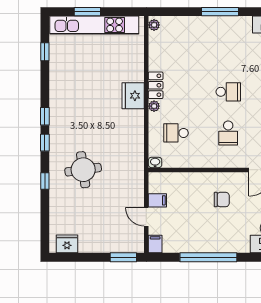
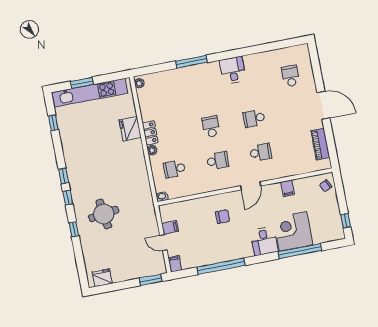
school desk: (228, 92) -> (211, 127), turned -90
fridge: (133, 96) -> (130, 129), moved
school desk: (228, 133) -> (218, 161), turned -90

